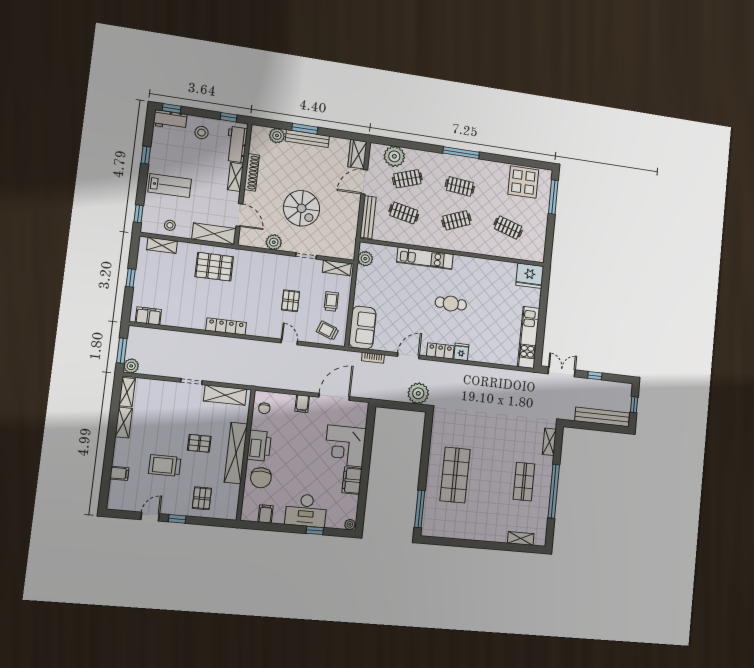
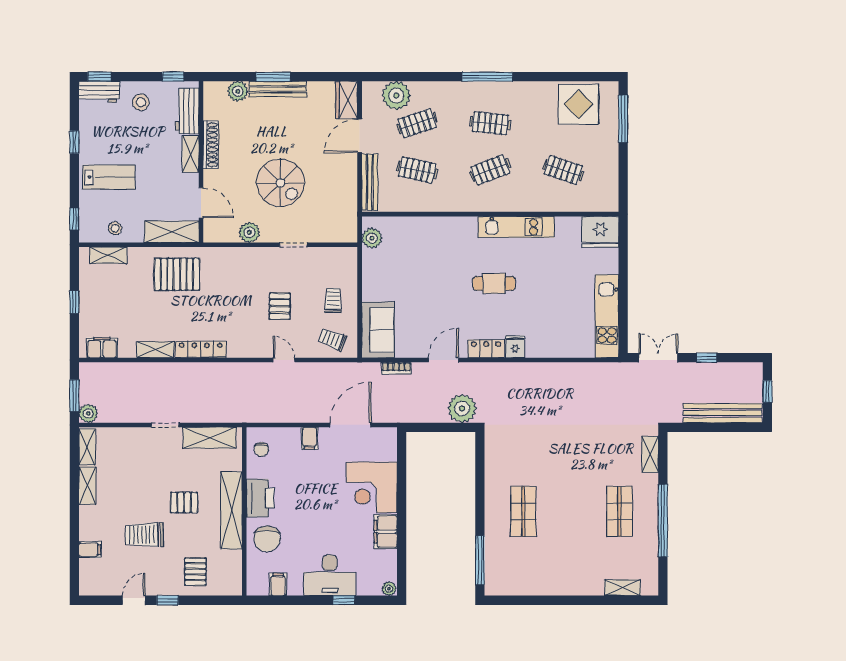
kitchen unit: (425, 258) -> (516, 227), moved
shelving: (337, 268) -> (155, 350), moved
shop shelf: (455, 475) -> (523, 511), width x0.70, depth x0.74

